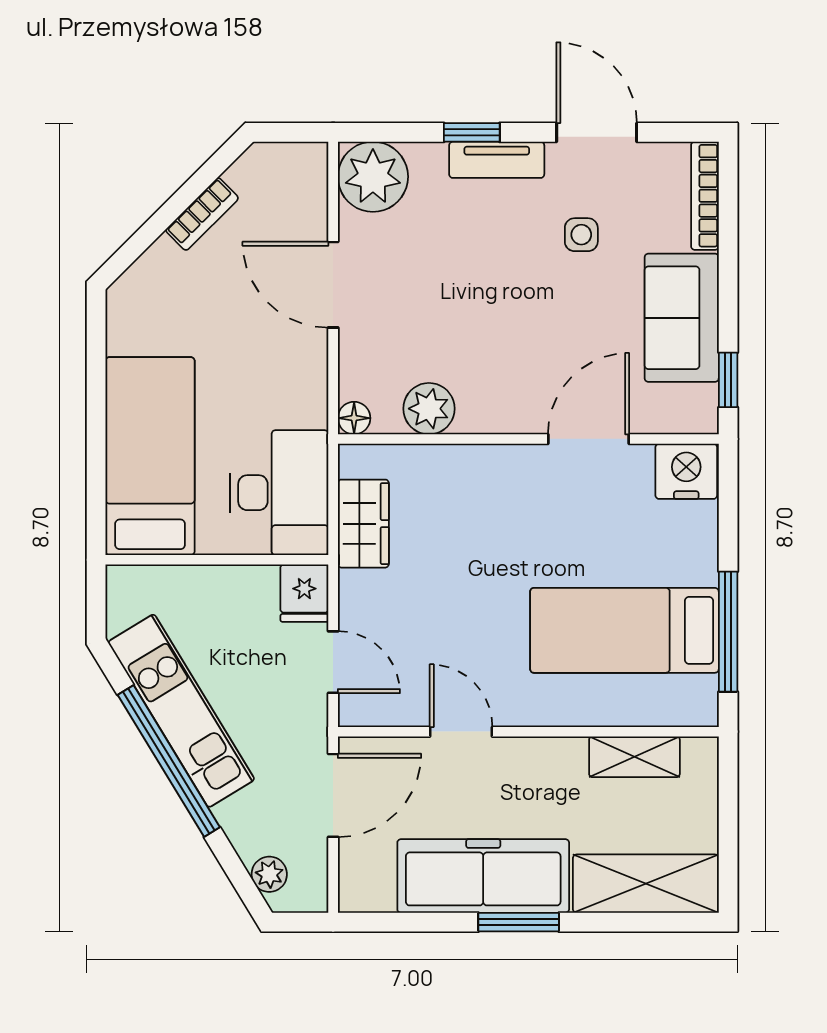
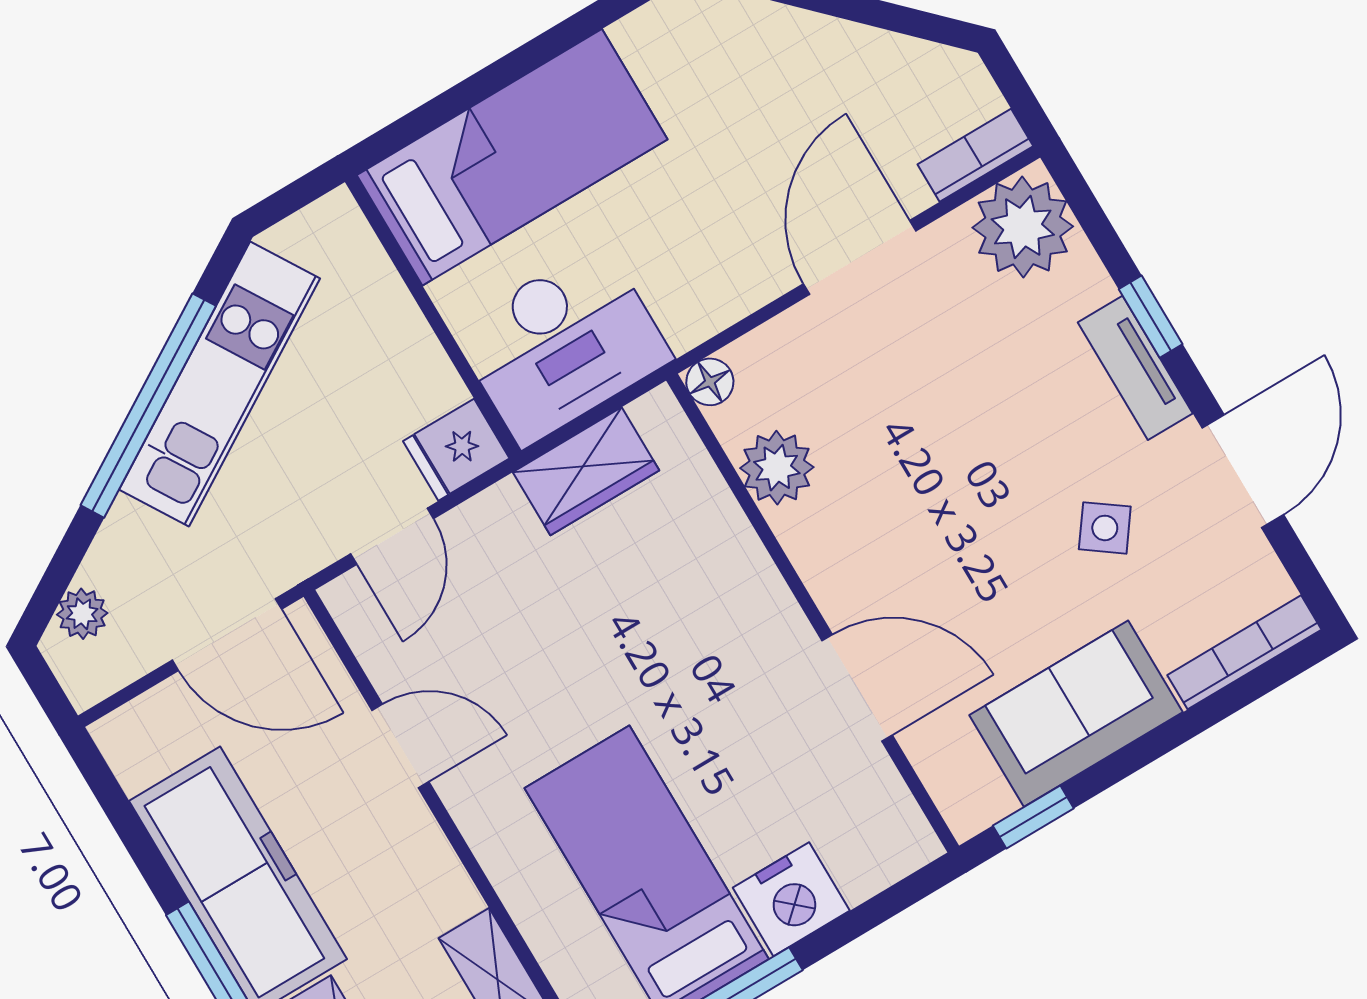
bookcase: (202, 214) -> (975, 155), moved, turned 135
side table: (581, 235) -> (1105, 528), turned 36
nightstand: (686, 471) -> (791, 899), moved, turned 90
door: (461, 732) -> (400, 746), hinge flipped

